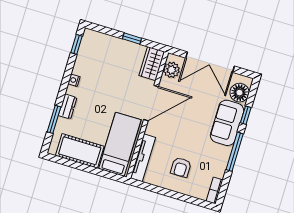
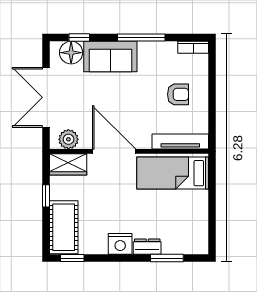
double door: (210, 62) -> (46, 97), swing flipped
nightstand: (74, 80) -> (120, 244), width x1.89, depth x1.79
window: (246, 115) -> (79, 38), moved
cot: (80, 151) -> (64, 227), moved

